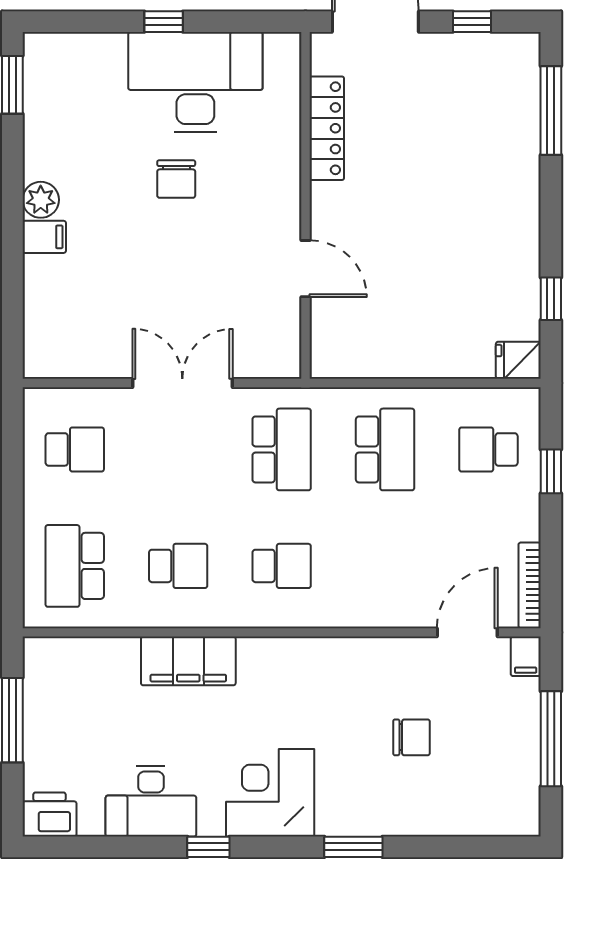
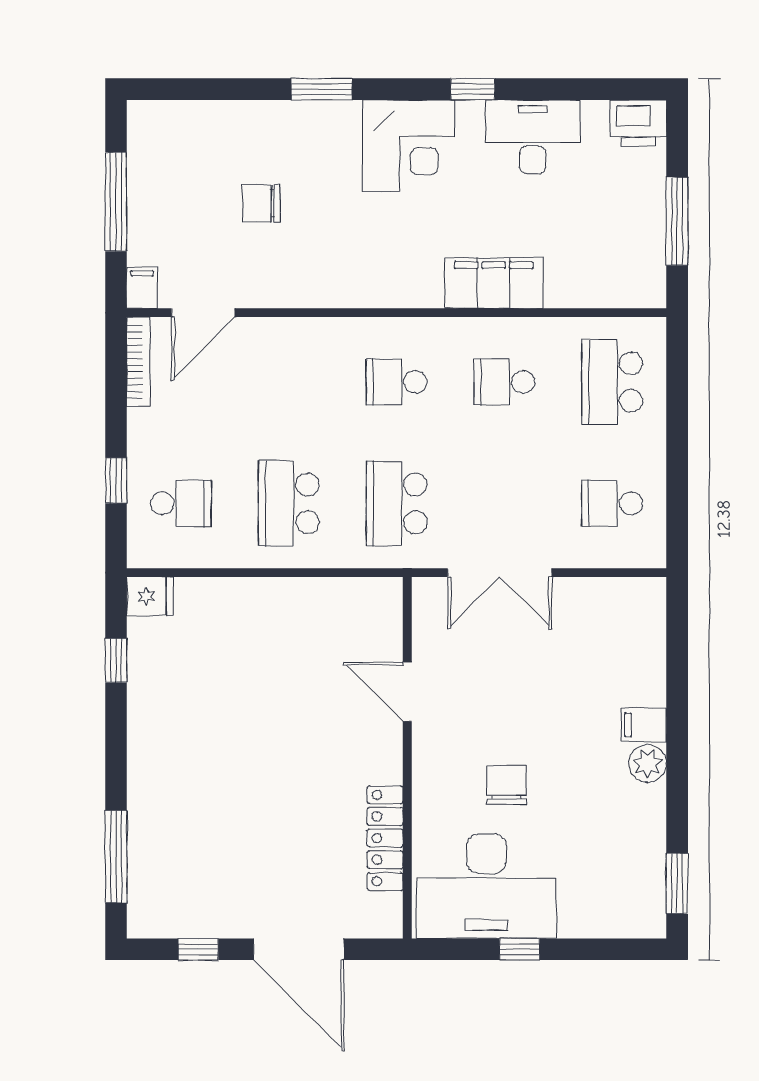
locker: (327, 128) -> (385, 838), moved
wall: (306, 205) -> (407, 758), moved
door: (306, 269) -> (407, 692), moved
school desk: (75, 566) -> (612, 382), turned 180

